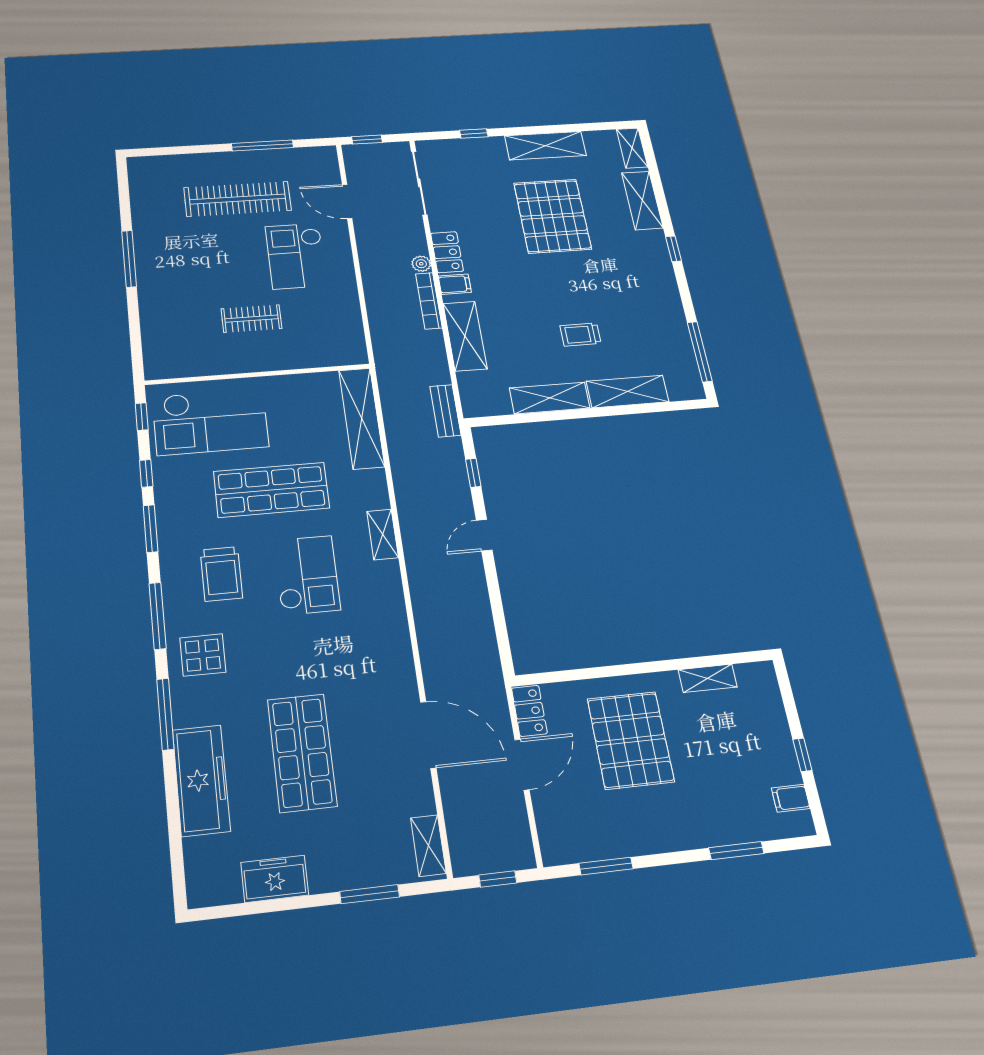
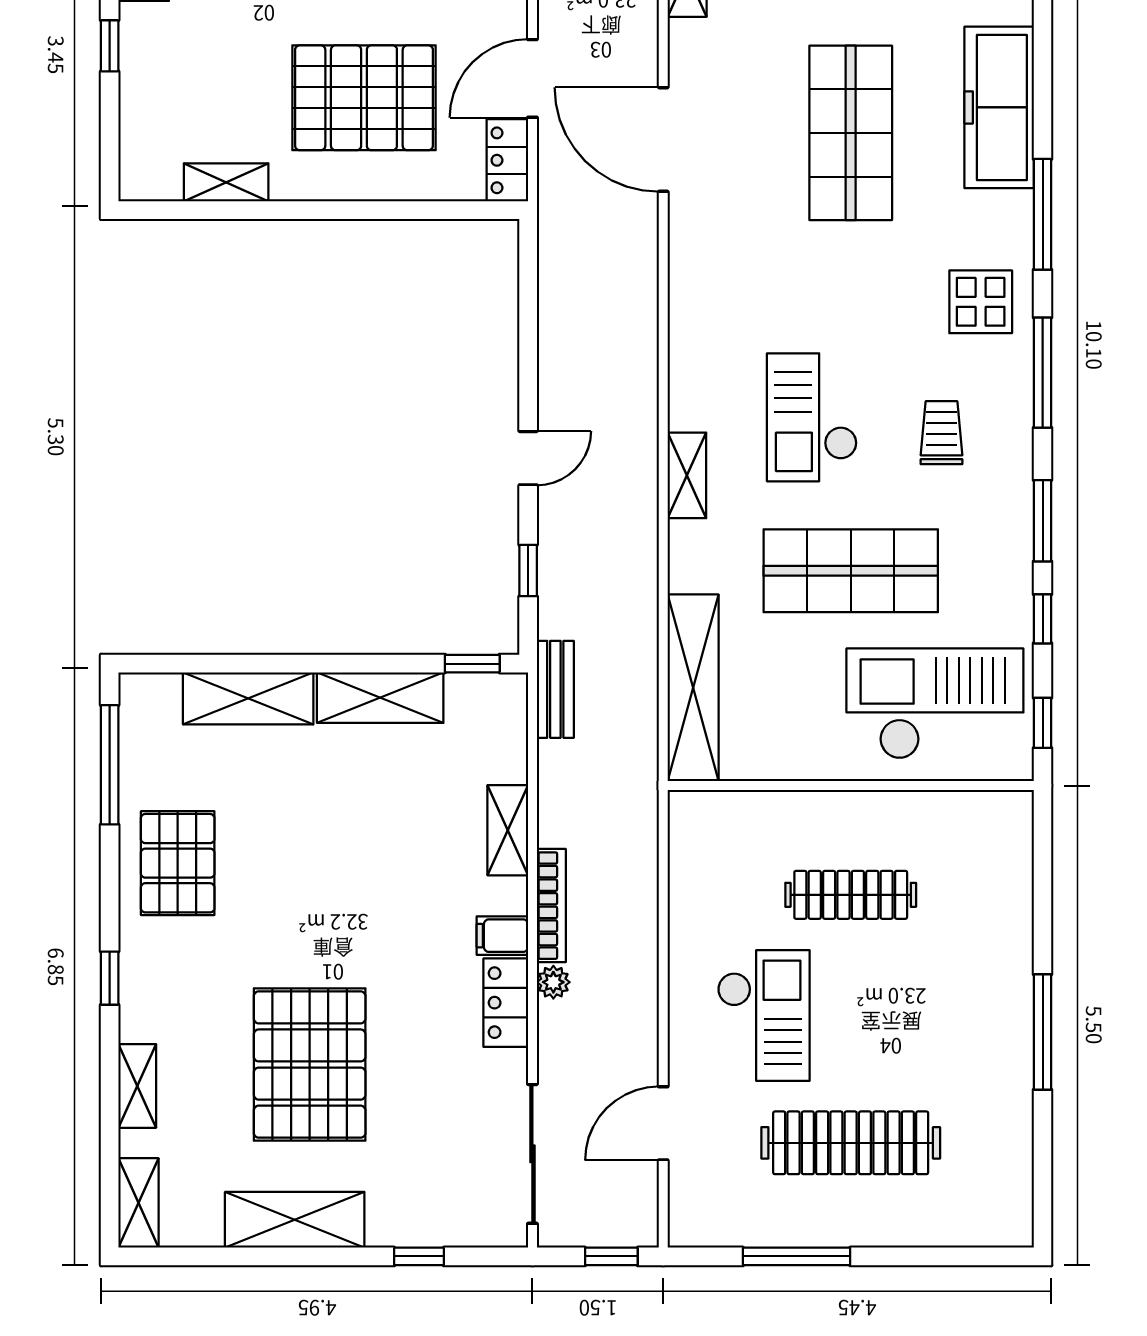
shelving: (642, 200) -> (137, 1086), width x0.67, depth x0.75
door: (347, 201) -> (663, 1123), swing flipped
pallet: (649, 306) -> (178, 863), added
clothes rail: (252, 319) -> (851, 895), width x1.36
trolley: (580, 335) -> (306, 816), removed
shelving: (465, 336) -> (508, 830), width x0.67, depth x0.75
window: (498, 420) -> (472, 664), added
trolley: (221, 574) -> (941, 433), width x0.73, depth x0.72
pallet: (631, 740) -> (364, 98), turned 90

